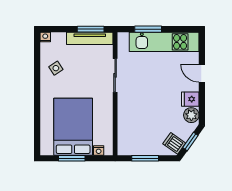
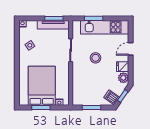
door: (202, 73) -> (131, 49), hinge flipped
stool: (151, 86) -> (96, 58), added

